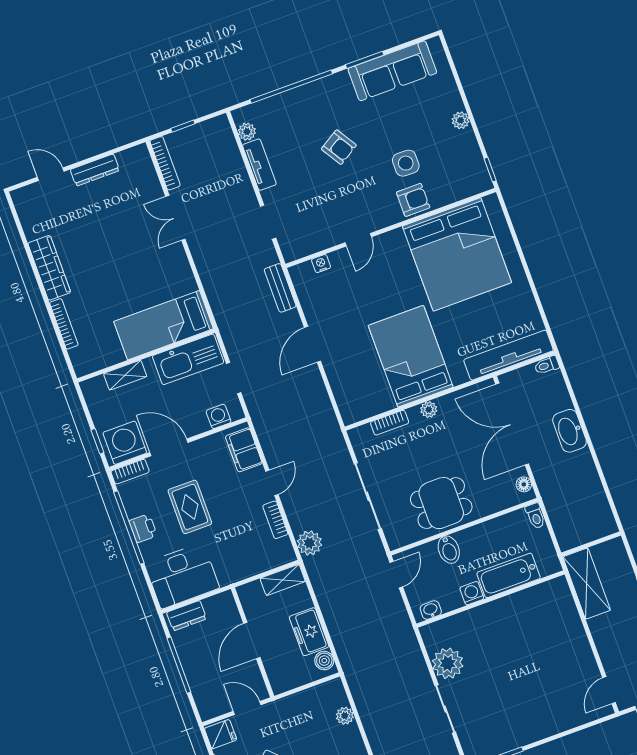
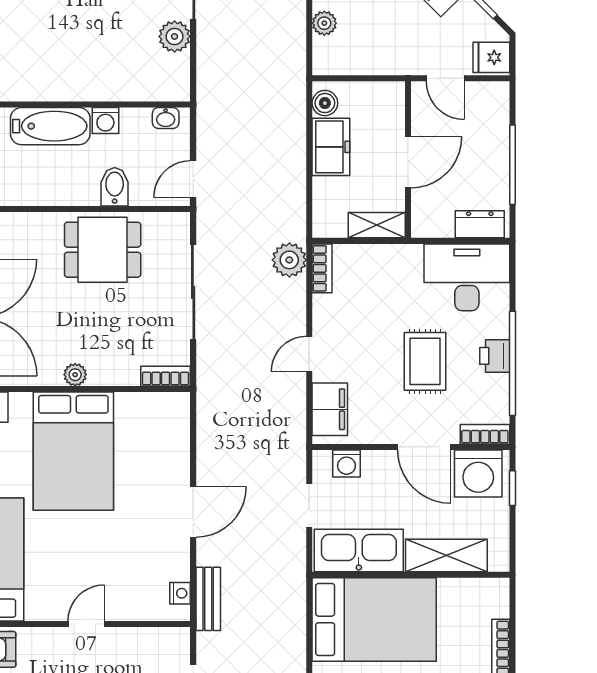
nightstand: (321, 264) -> (180, 593), moved, turned -90
bed: (164, 325) -> (374, 619), width x1.50
shelving: (125, 375) -> (446, 555), width x1.50, depth x1.33
bookcase: (390, 423) -> (166, 376), moved
bookcase: (275, 520) -> (322, 268), moved
shelving: (283, 580) -> (377, 225), moved
plant: (448, 663) -> (175, 36), width x0.73, depth x0.73

